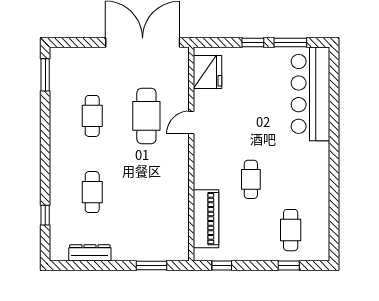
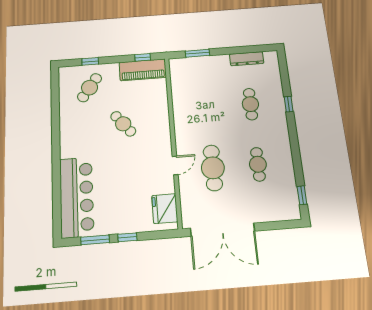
window: (45, 75) -> (302, 195), width x0.67
cafe table: (251, 179) -> (123, 124), turned -39
window: (45, 215) -> (289, 104), moved
piano: (206, 219) -> (143, 70), moved, turned -90
cafe table: (291, 230) -> (90, 88), turned 36

